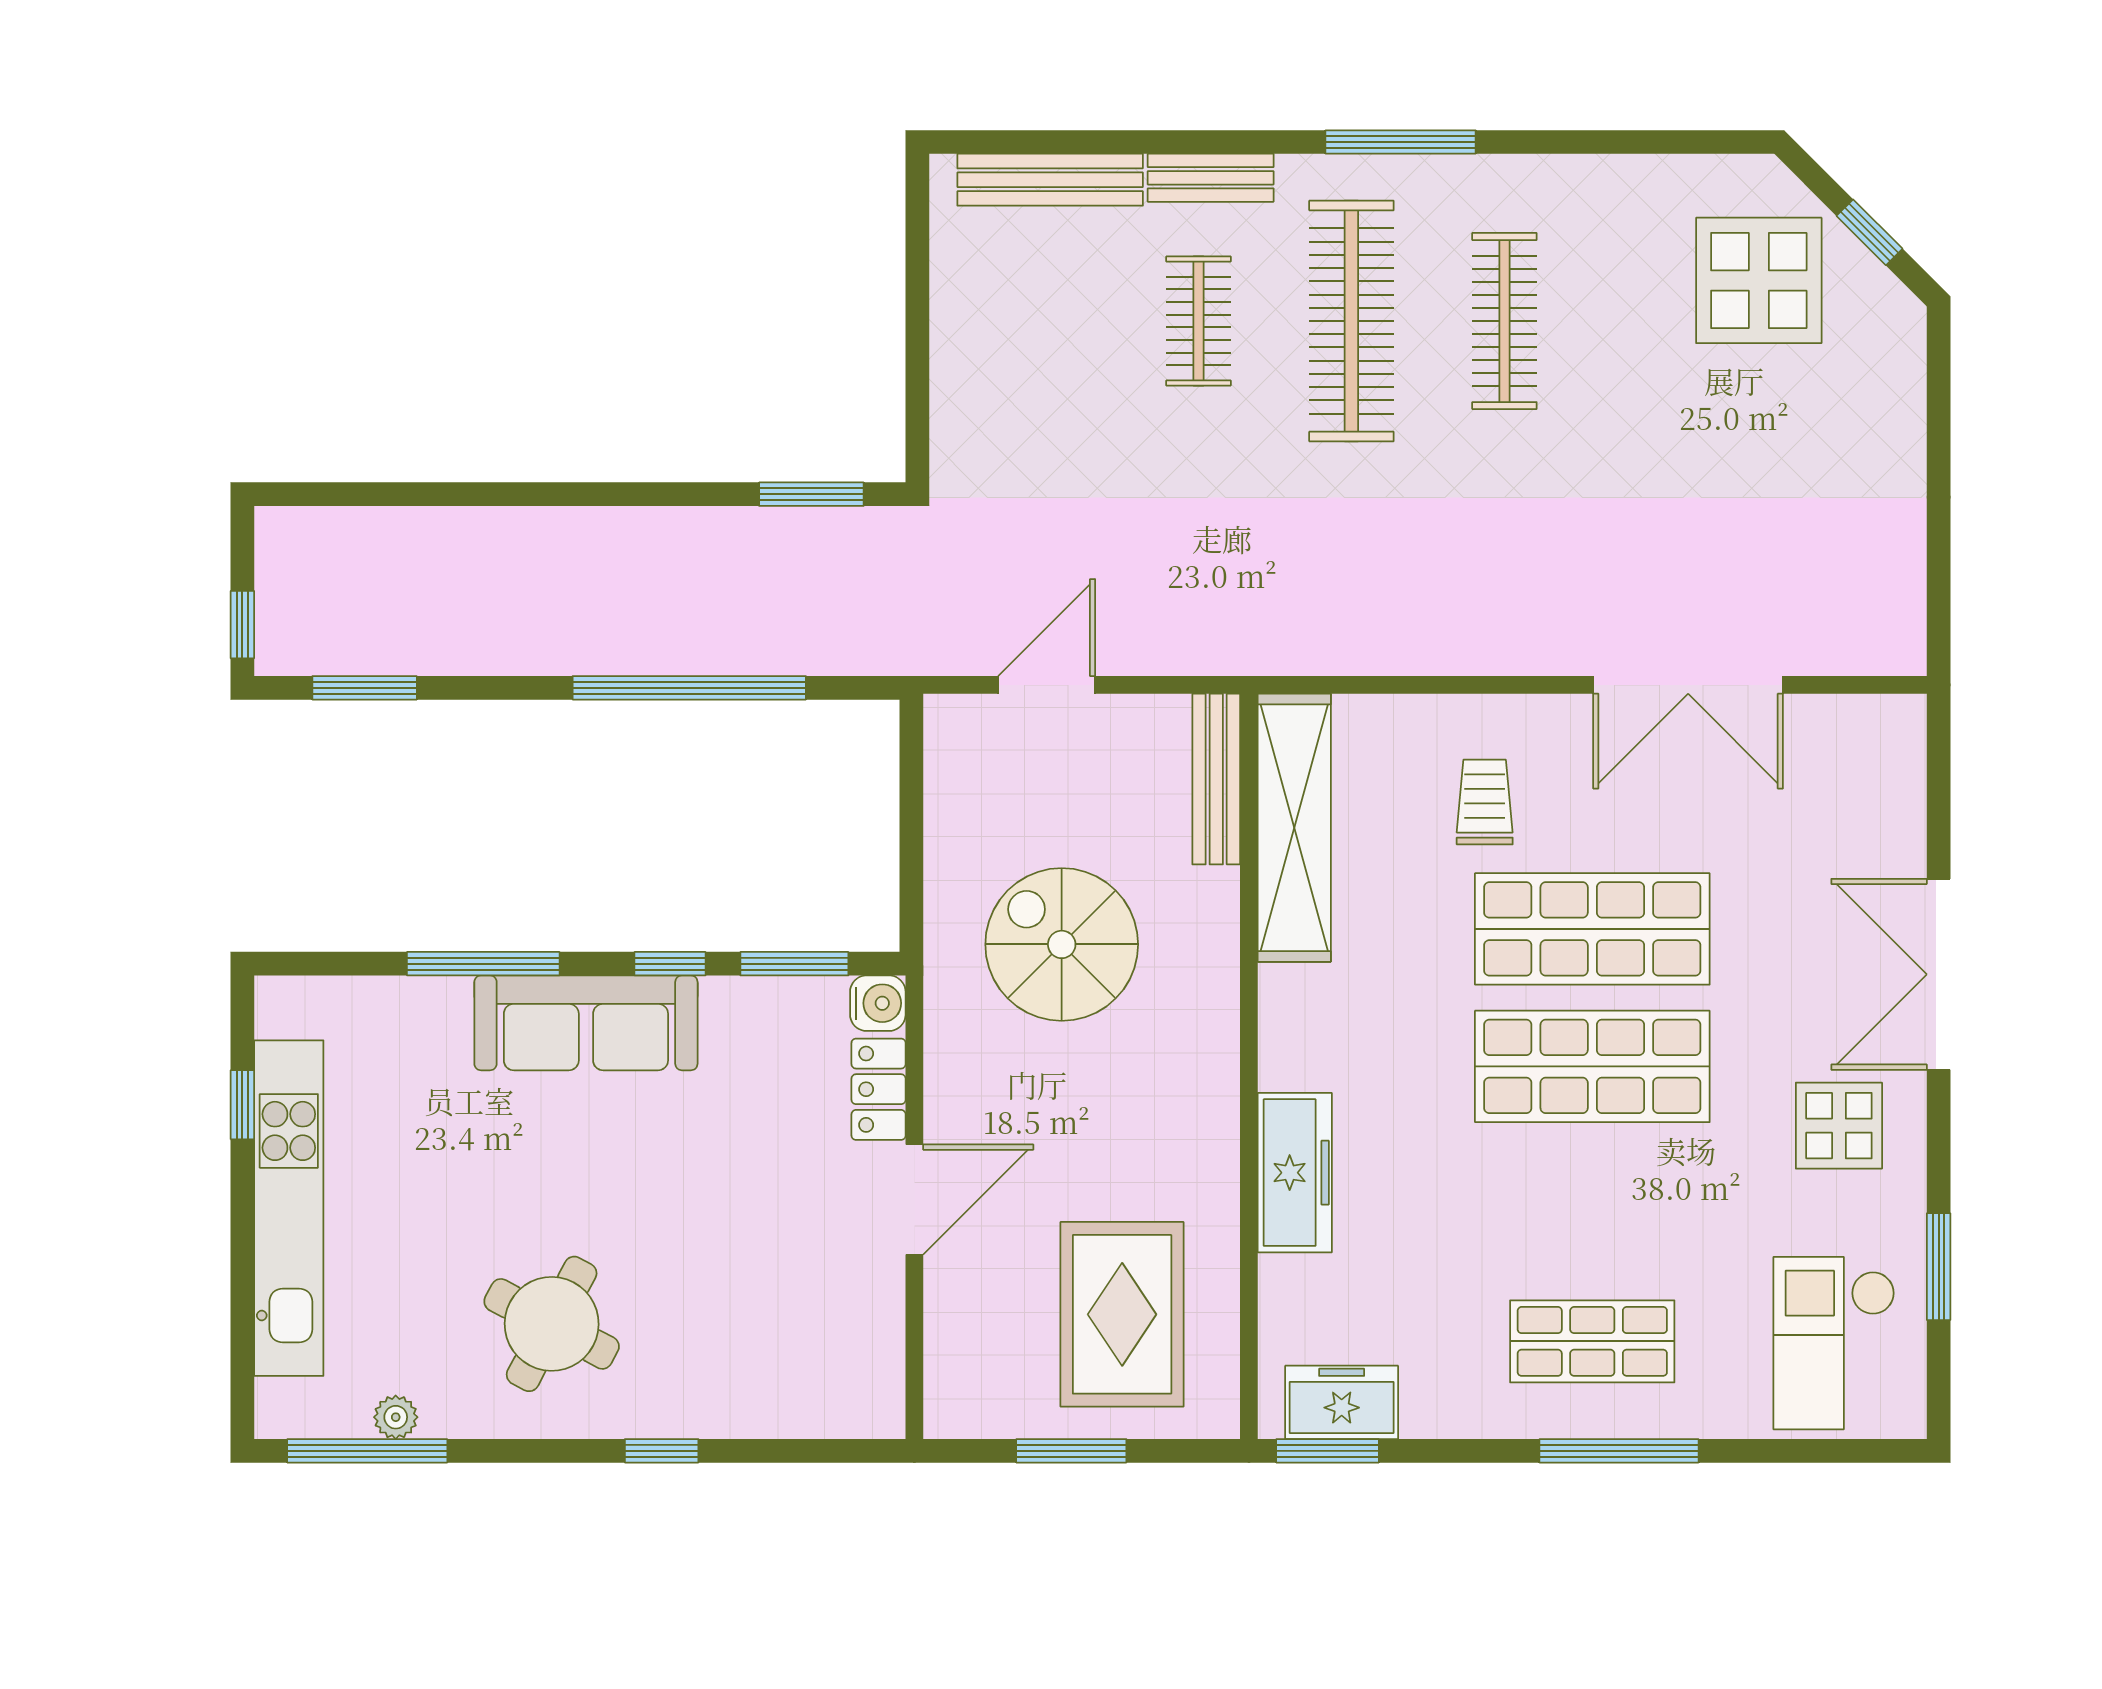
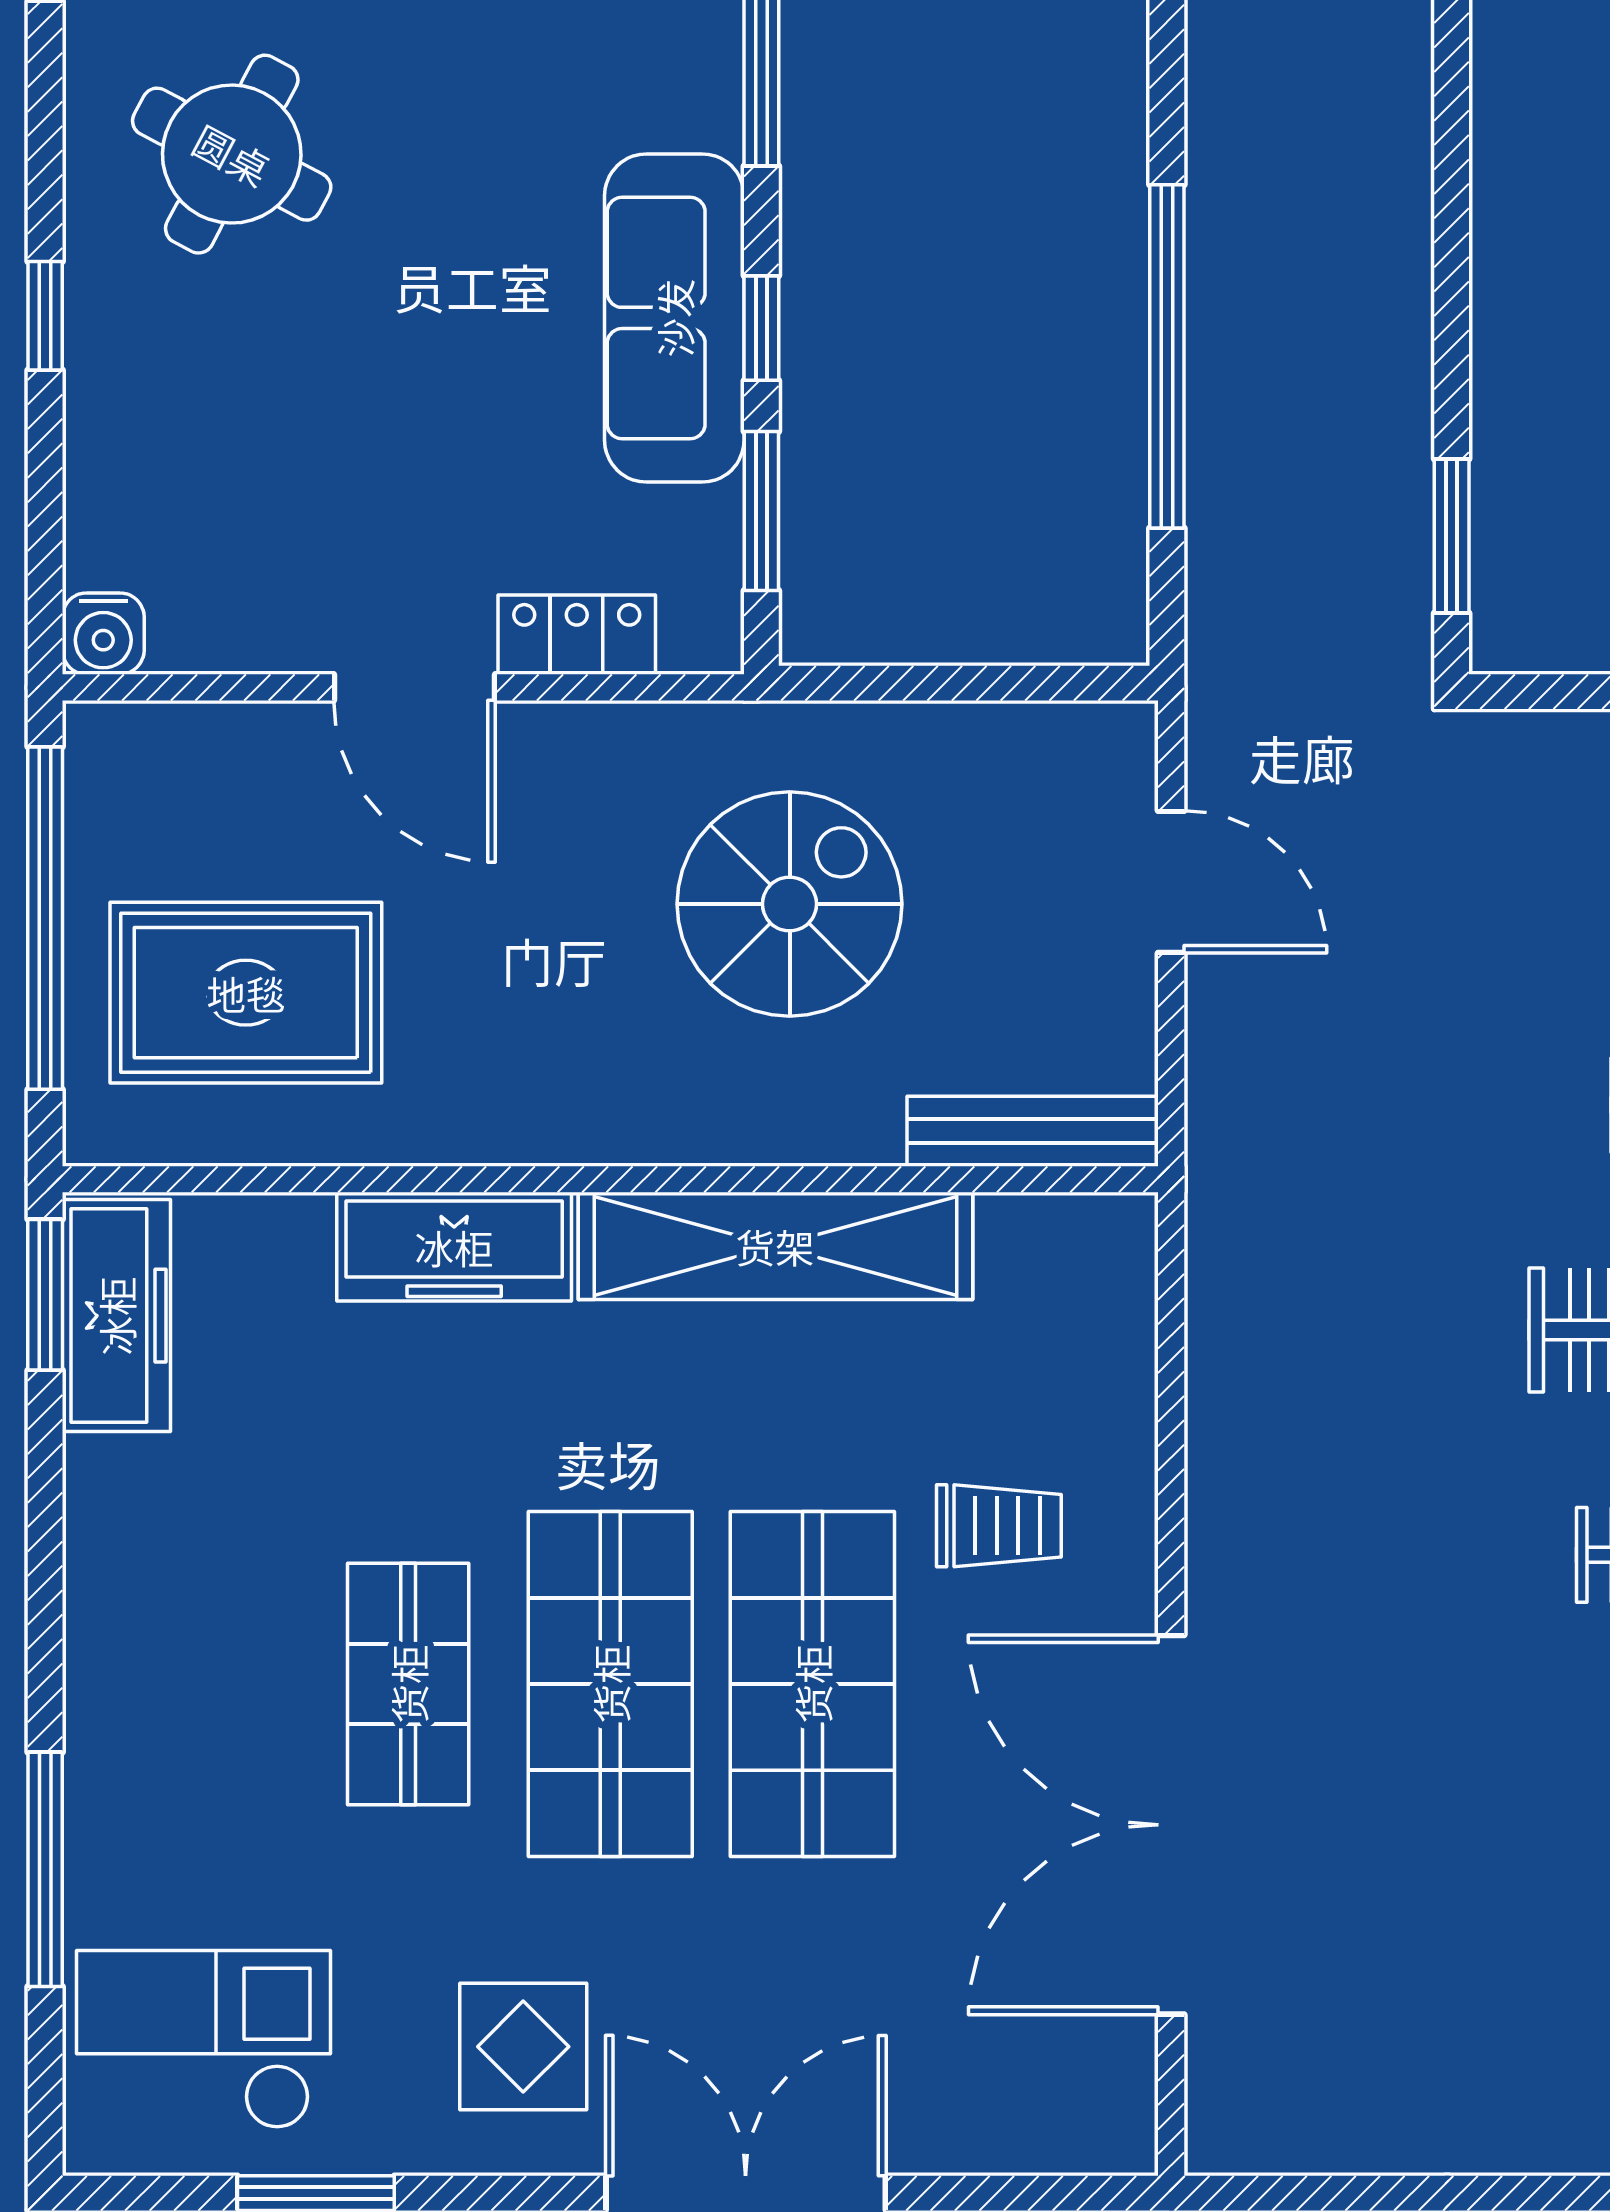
double door: (1688, 685) -> (1171, 1825), width x1.36
shelving: (1294, 828) -> (775, 1246), moved
water cooler: (878, 1003) -> (103, 634), moved
sofa: (586, 1023) -> (674, 318), moved
shop shelf: (1592, 1341) -> (408, 1684), moved
freezer: (1342, 1402) -> (116, 1316), width x1.40
window: (1071, 1451) -> (45, 918), width x2.11
window: (1619, 1451) -> (45, 1869), moved

